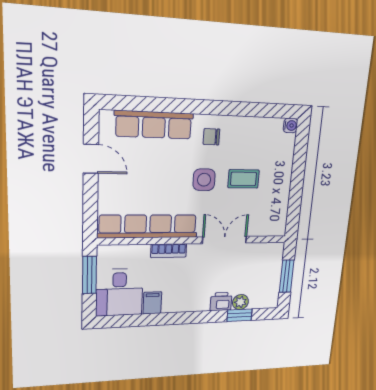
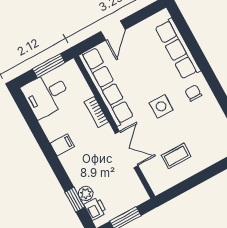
door: (91, 159) -> (113, 31), moved
coffee table: (244, 179) -> (176, 156), moved, turned 90
printer: (221, 302) -> (95, 209), moved
filing cabinet: (152, 303) -> (62, 145), moved

